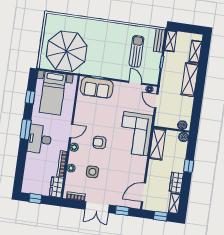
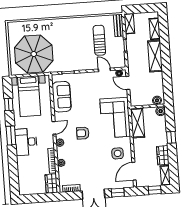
sofa: (97, 88) -> (62, 97), moved, turned -90
side table: (92, 172) -> (118, 153), moved
window: (35, 198) -> (34, 198), removed

